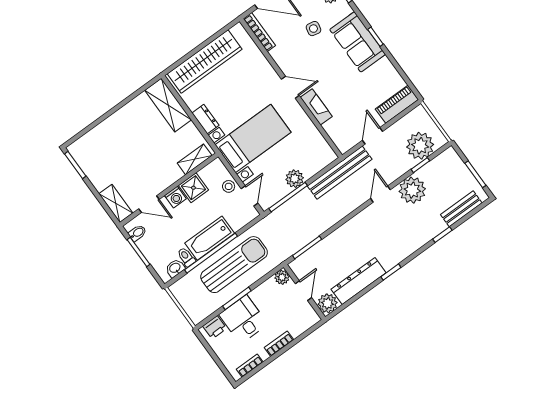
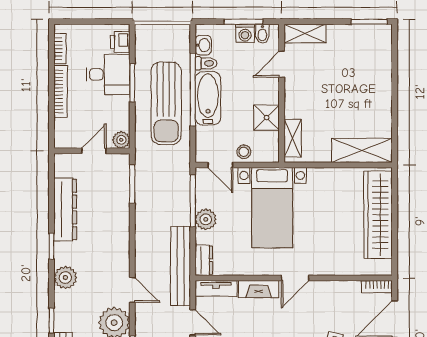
bookcase: (259, 32) -> (377, 287), width x0.64
dresser: (205, 119) -> (204, 260), moved, turned -90
tv unit: (337, 137) -> (216, 288), added
washing machine: (175, 197) -> (245, 33), moved, turned -90
door: (303, 291) -> (94, 151), swing flipped
plant: (328, 303) -> (65, 277), moved
bookcase: (279, 344) -> (61, 91), width x1.56

